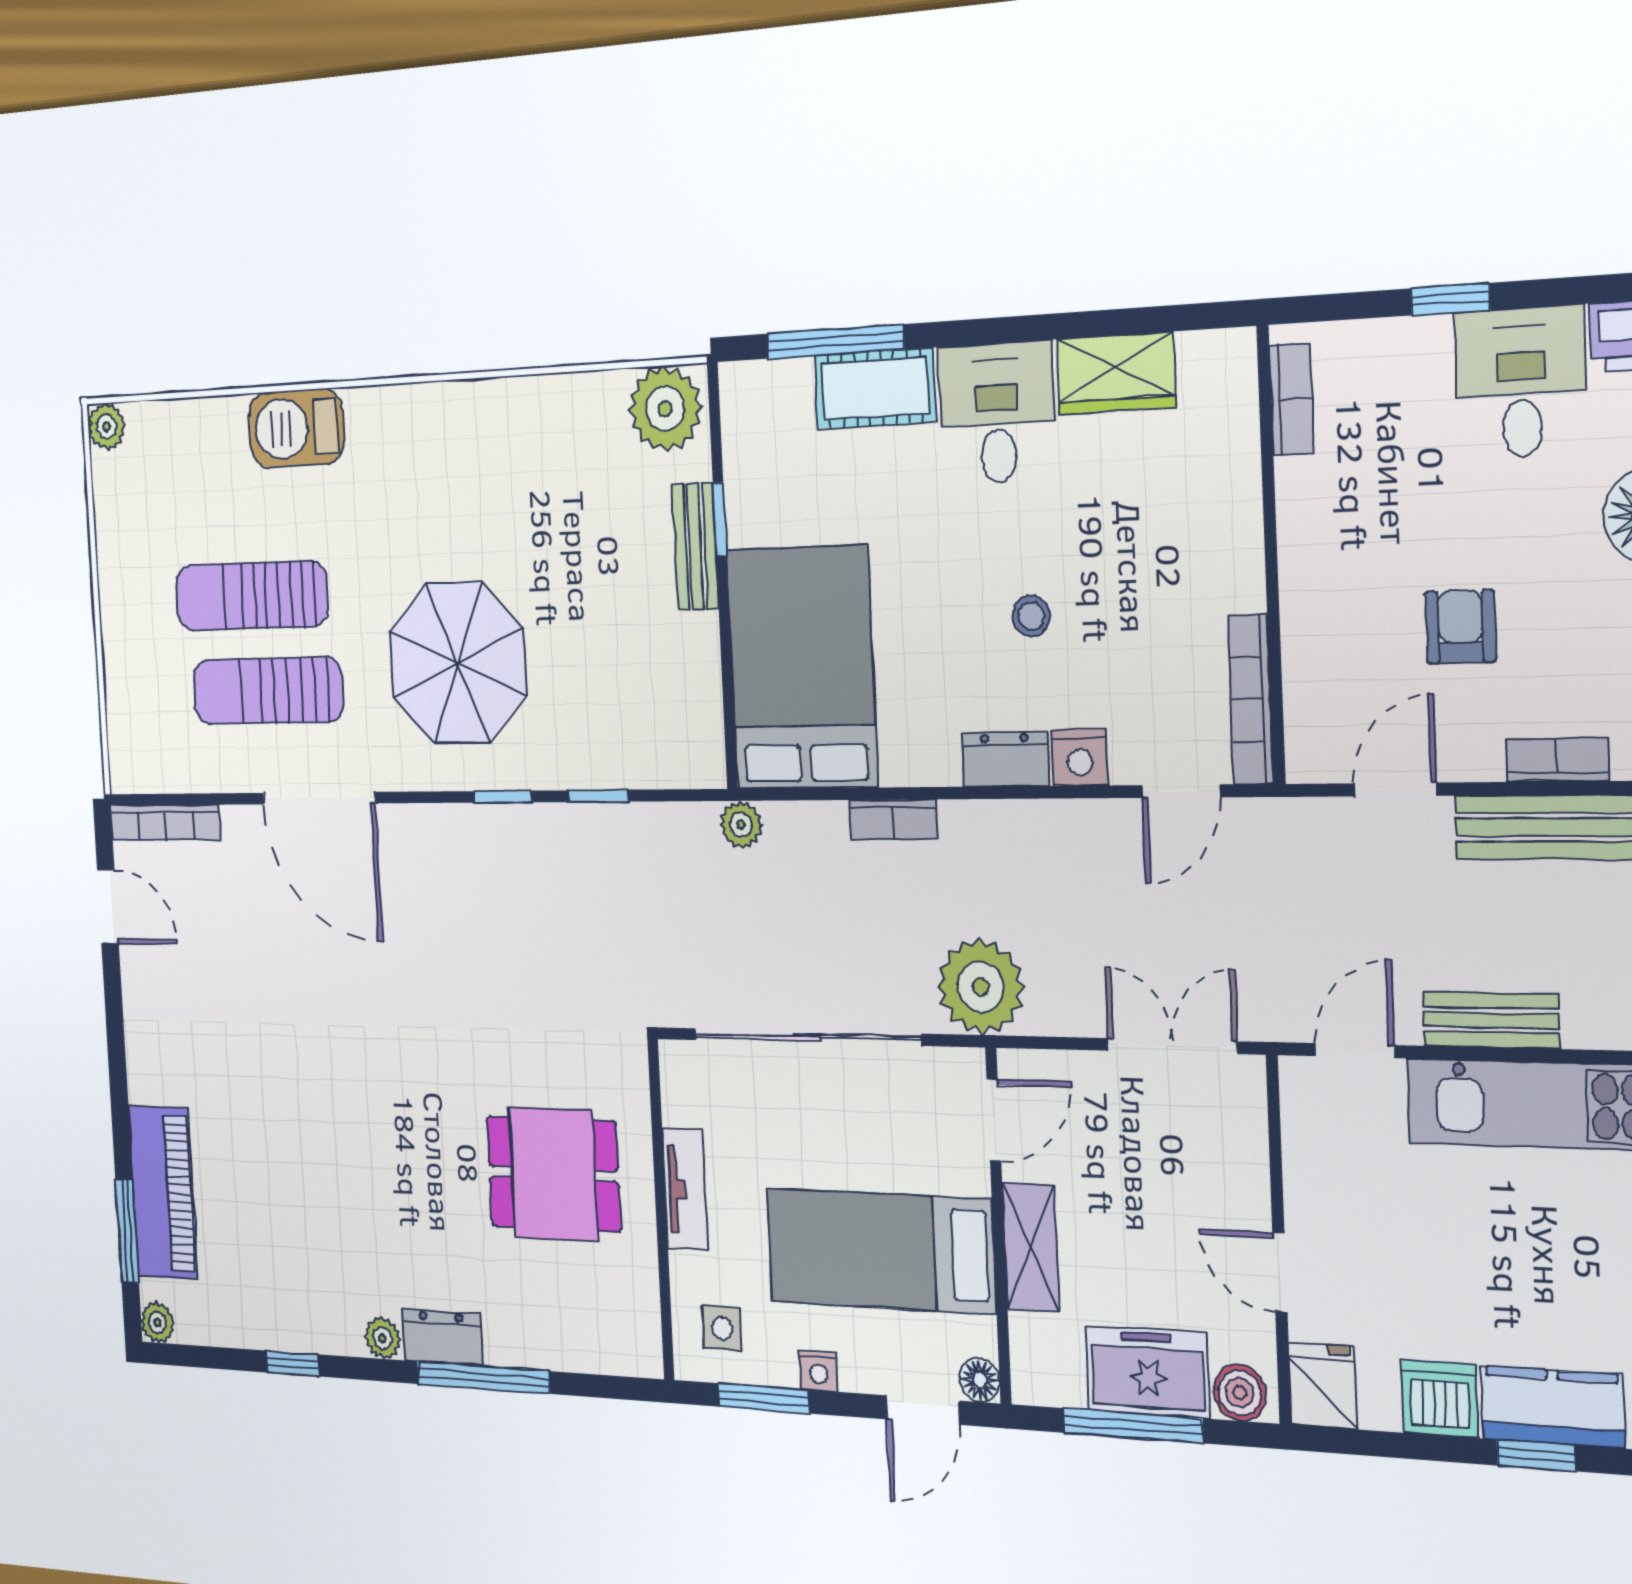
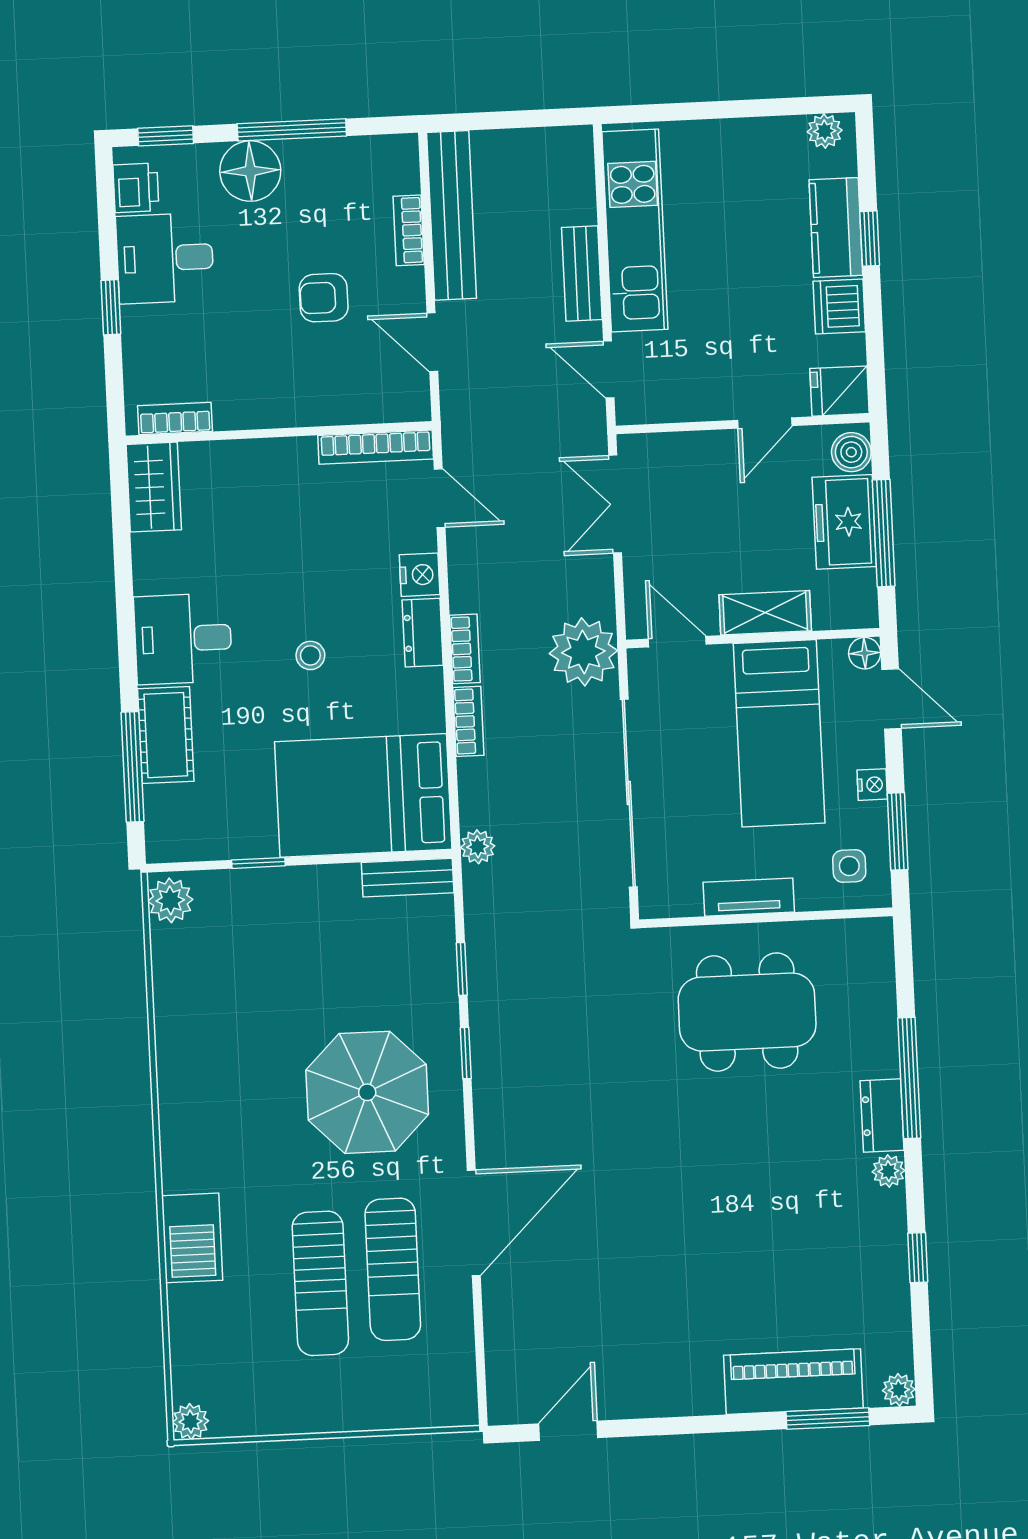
wardrobe: (1116, 373) -> (154, 487), moved
plant: (665, 409) -> (170, 900), width x0.73, depth x0.73
bench: (695, 547) -> (408, 878), moved
stool: (1031, 616) -> (310, 655), moved
bookcase: (165, 822) -> (465, 649), moved, width x0.64
dining table: (554, 1174) -> (747, 1012), width x1.38

